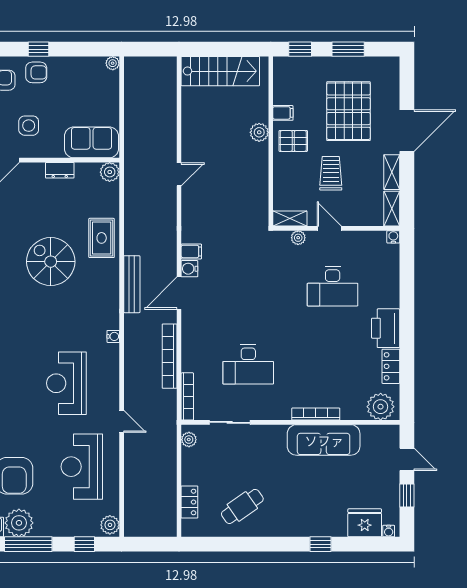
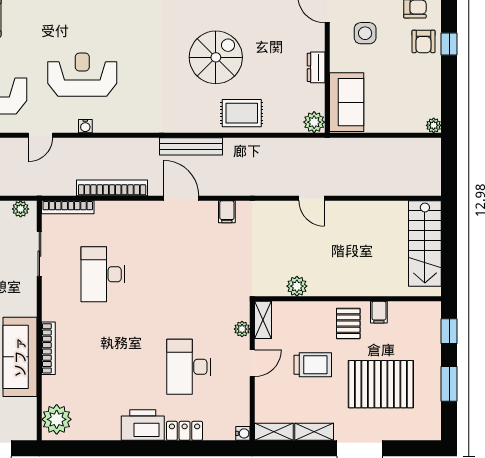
plant: (259, 132) -> (297, 286), moved
water cooler: (189, 269) -> (208, 210), removed
water cooler: (113, 336) -> (85, 126), moved
locker: (391, 366) -> (185, 431), moved

